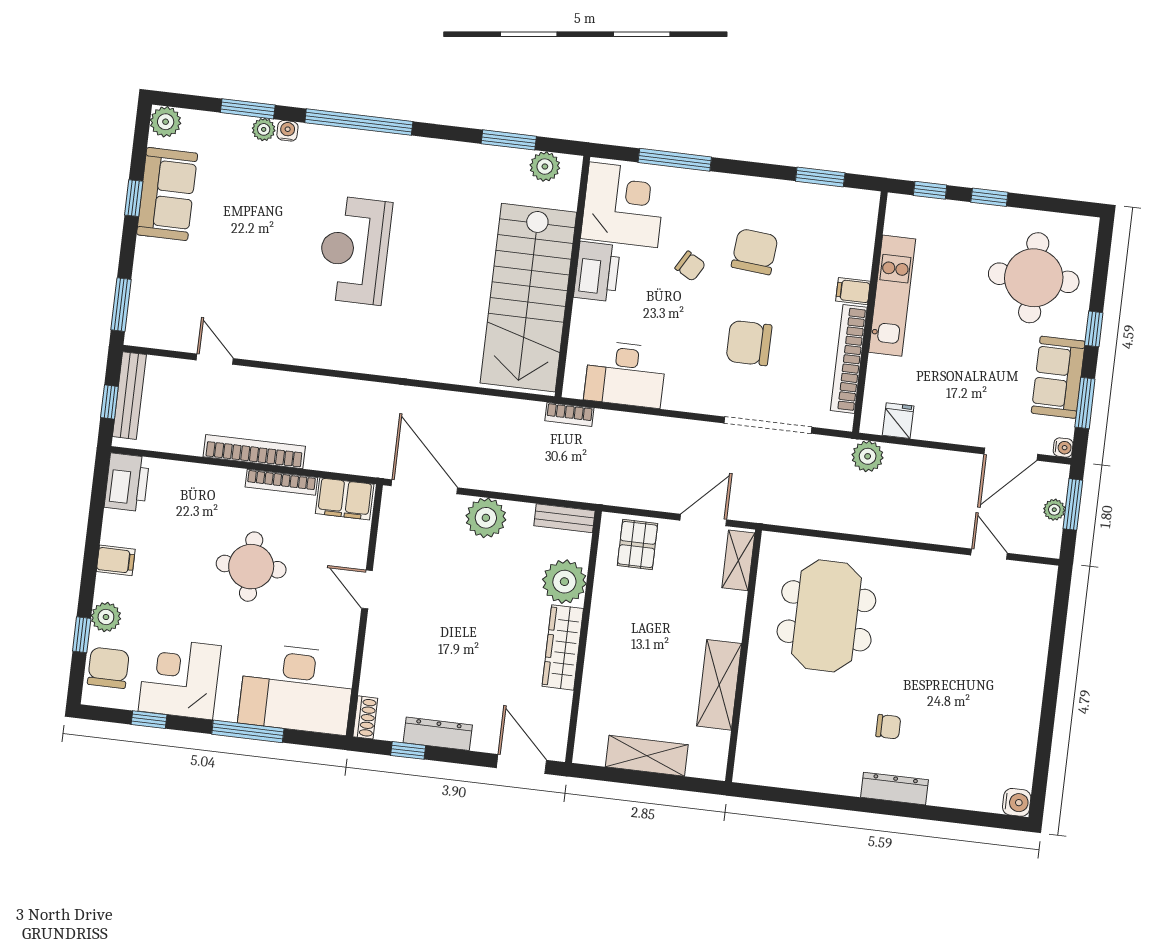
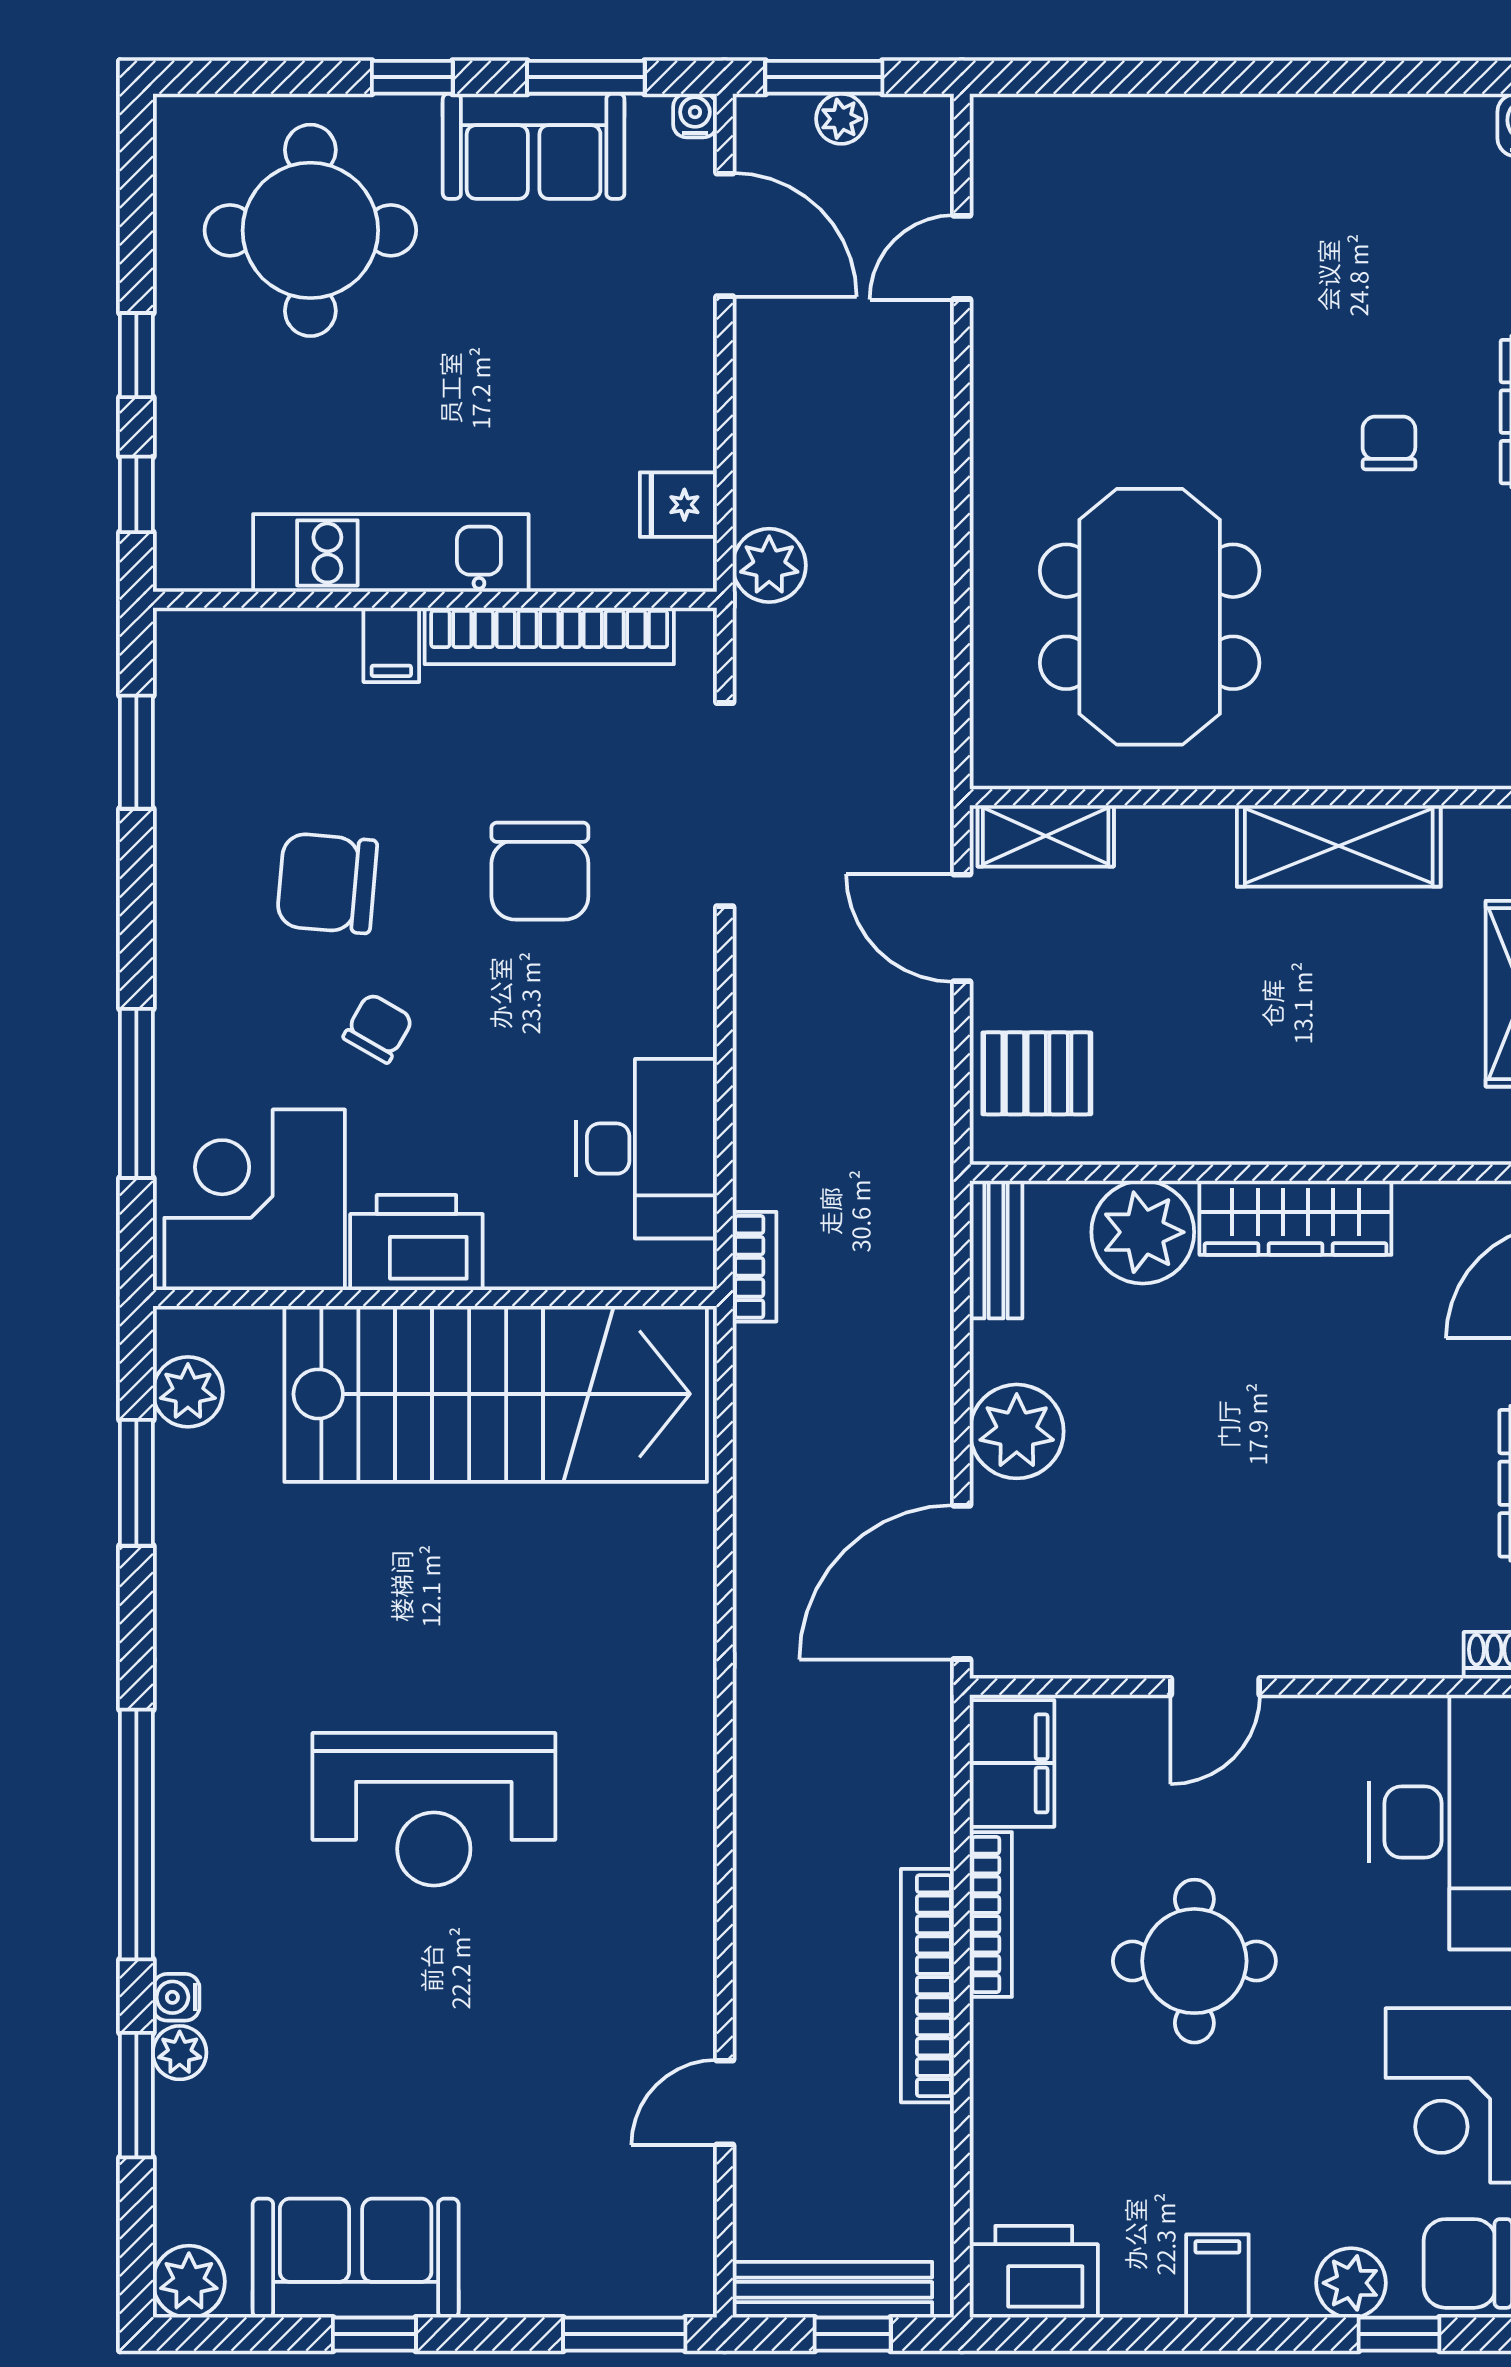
meeting table: (826, 616) -> (1150, 617), turned 90

